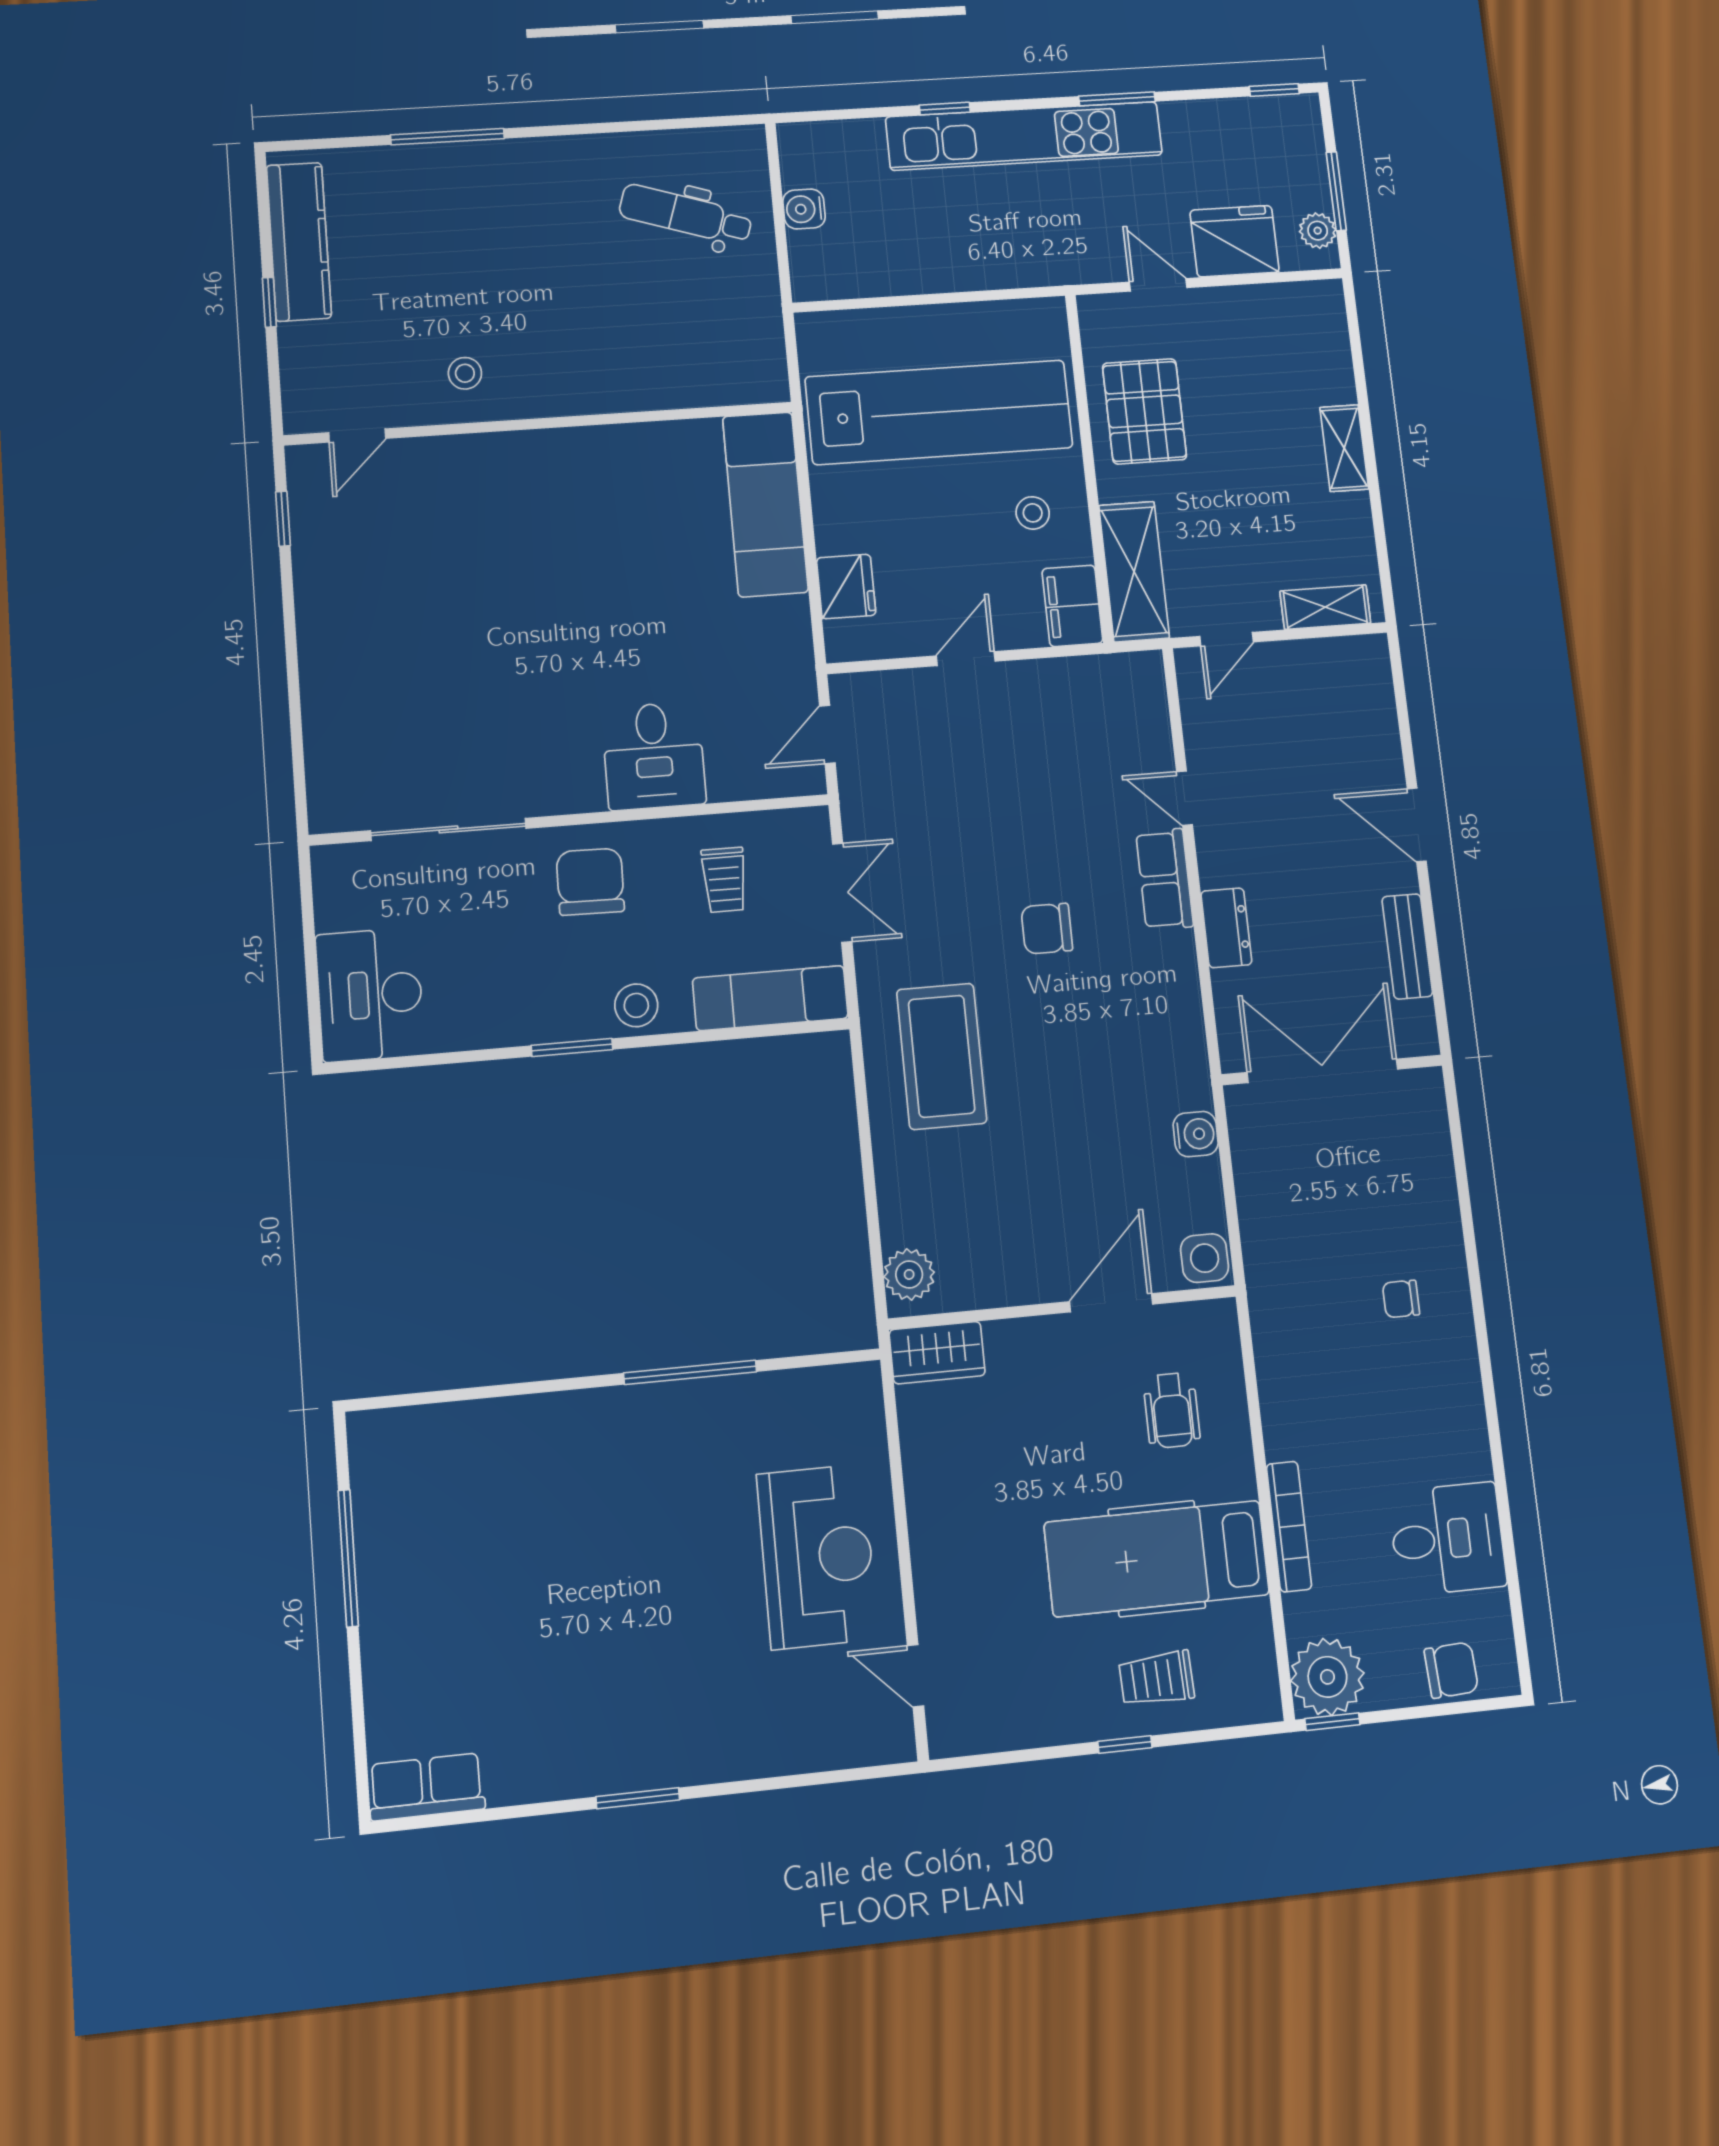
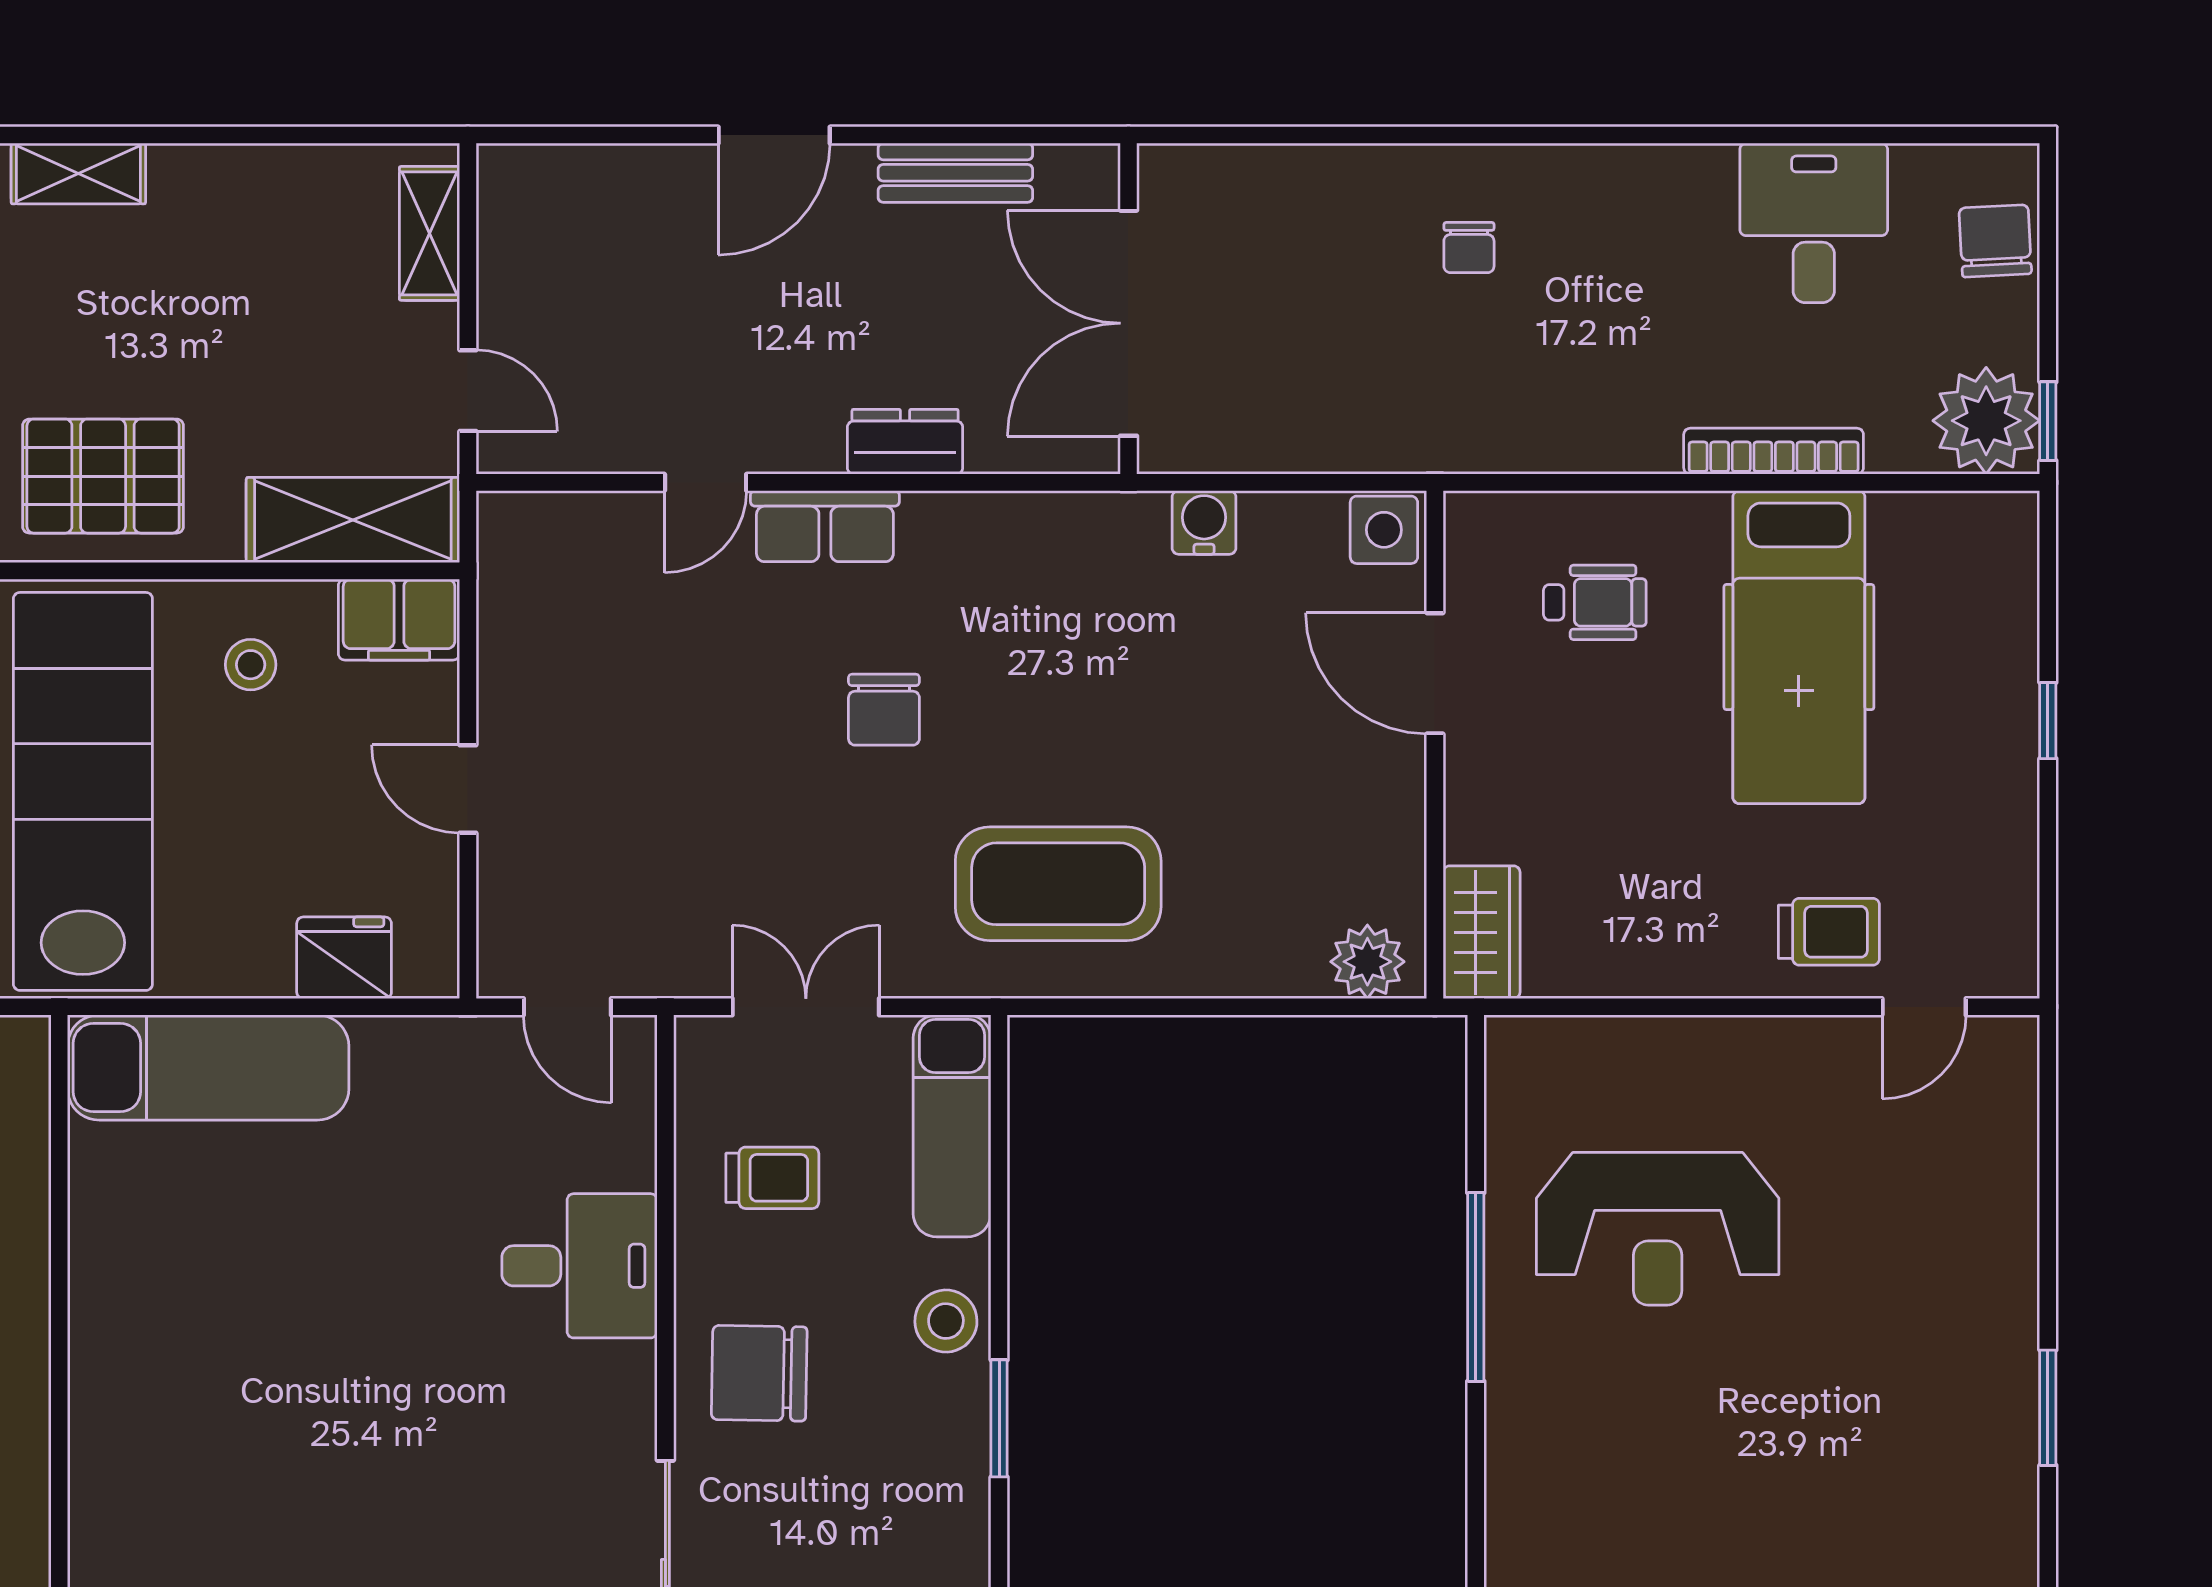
shelving: (1344, 448) -> (78, 173), moved
reception desk: (817, 1557) -> (1658, 1229), moved, turned 180
trolley: (1157, 1679) -> (1829, 932), moved, turned -88

